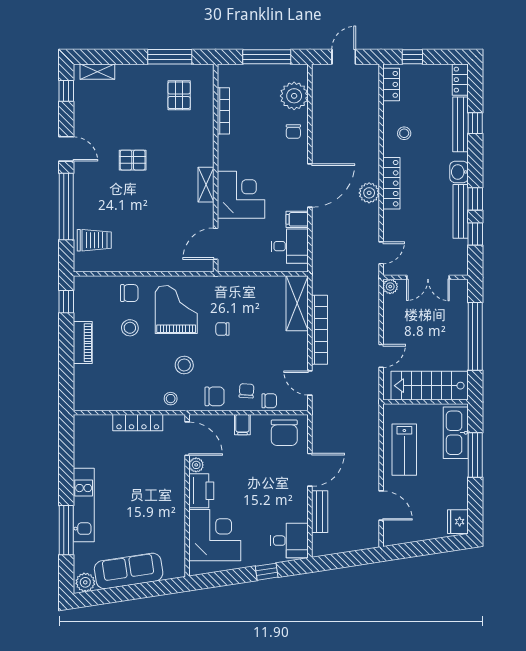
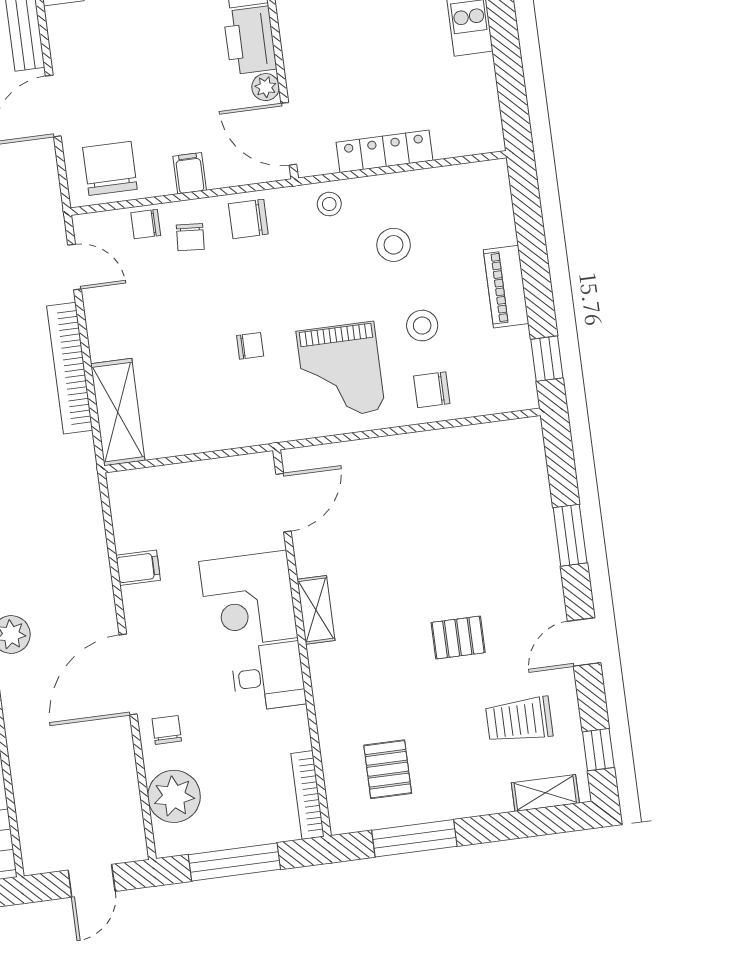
bookcase: (223, 111) -> (308, 795), moved
door: (66, 149) -> (584, 642), hinge flipped
door: (310, 185) -> (128, 675), moved
window: (66, 206) -> (570, 535), width x0.47
trolley: (94, 240) -> (519, 720), moved
desk: (290, 246) -> (268, 677), moved, turned 180
stool: (184, 365) -> (394, 245), moved

